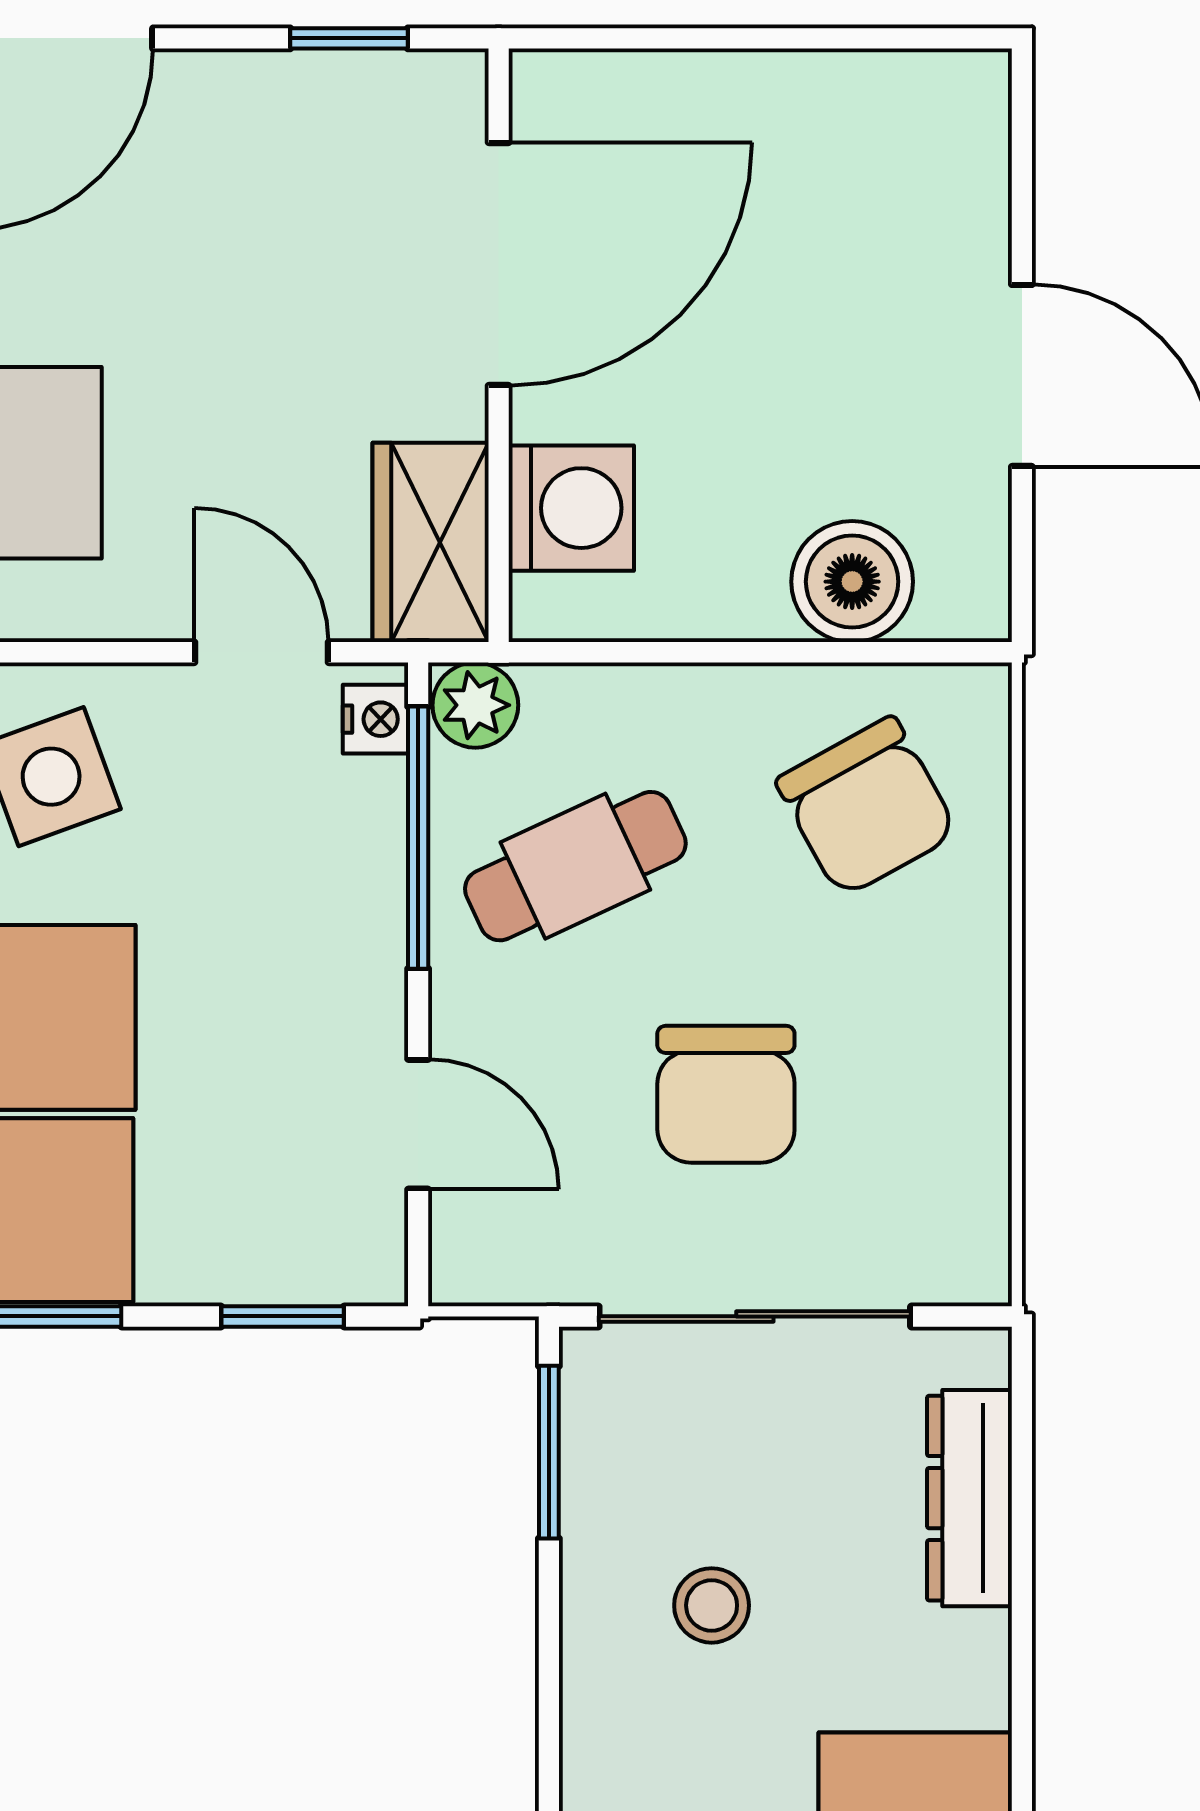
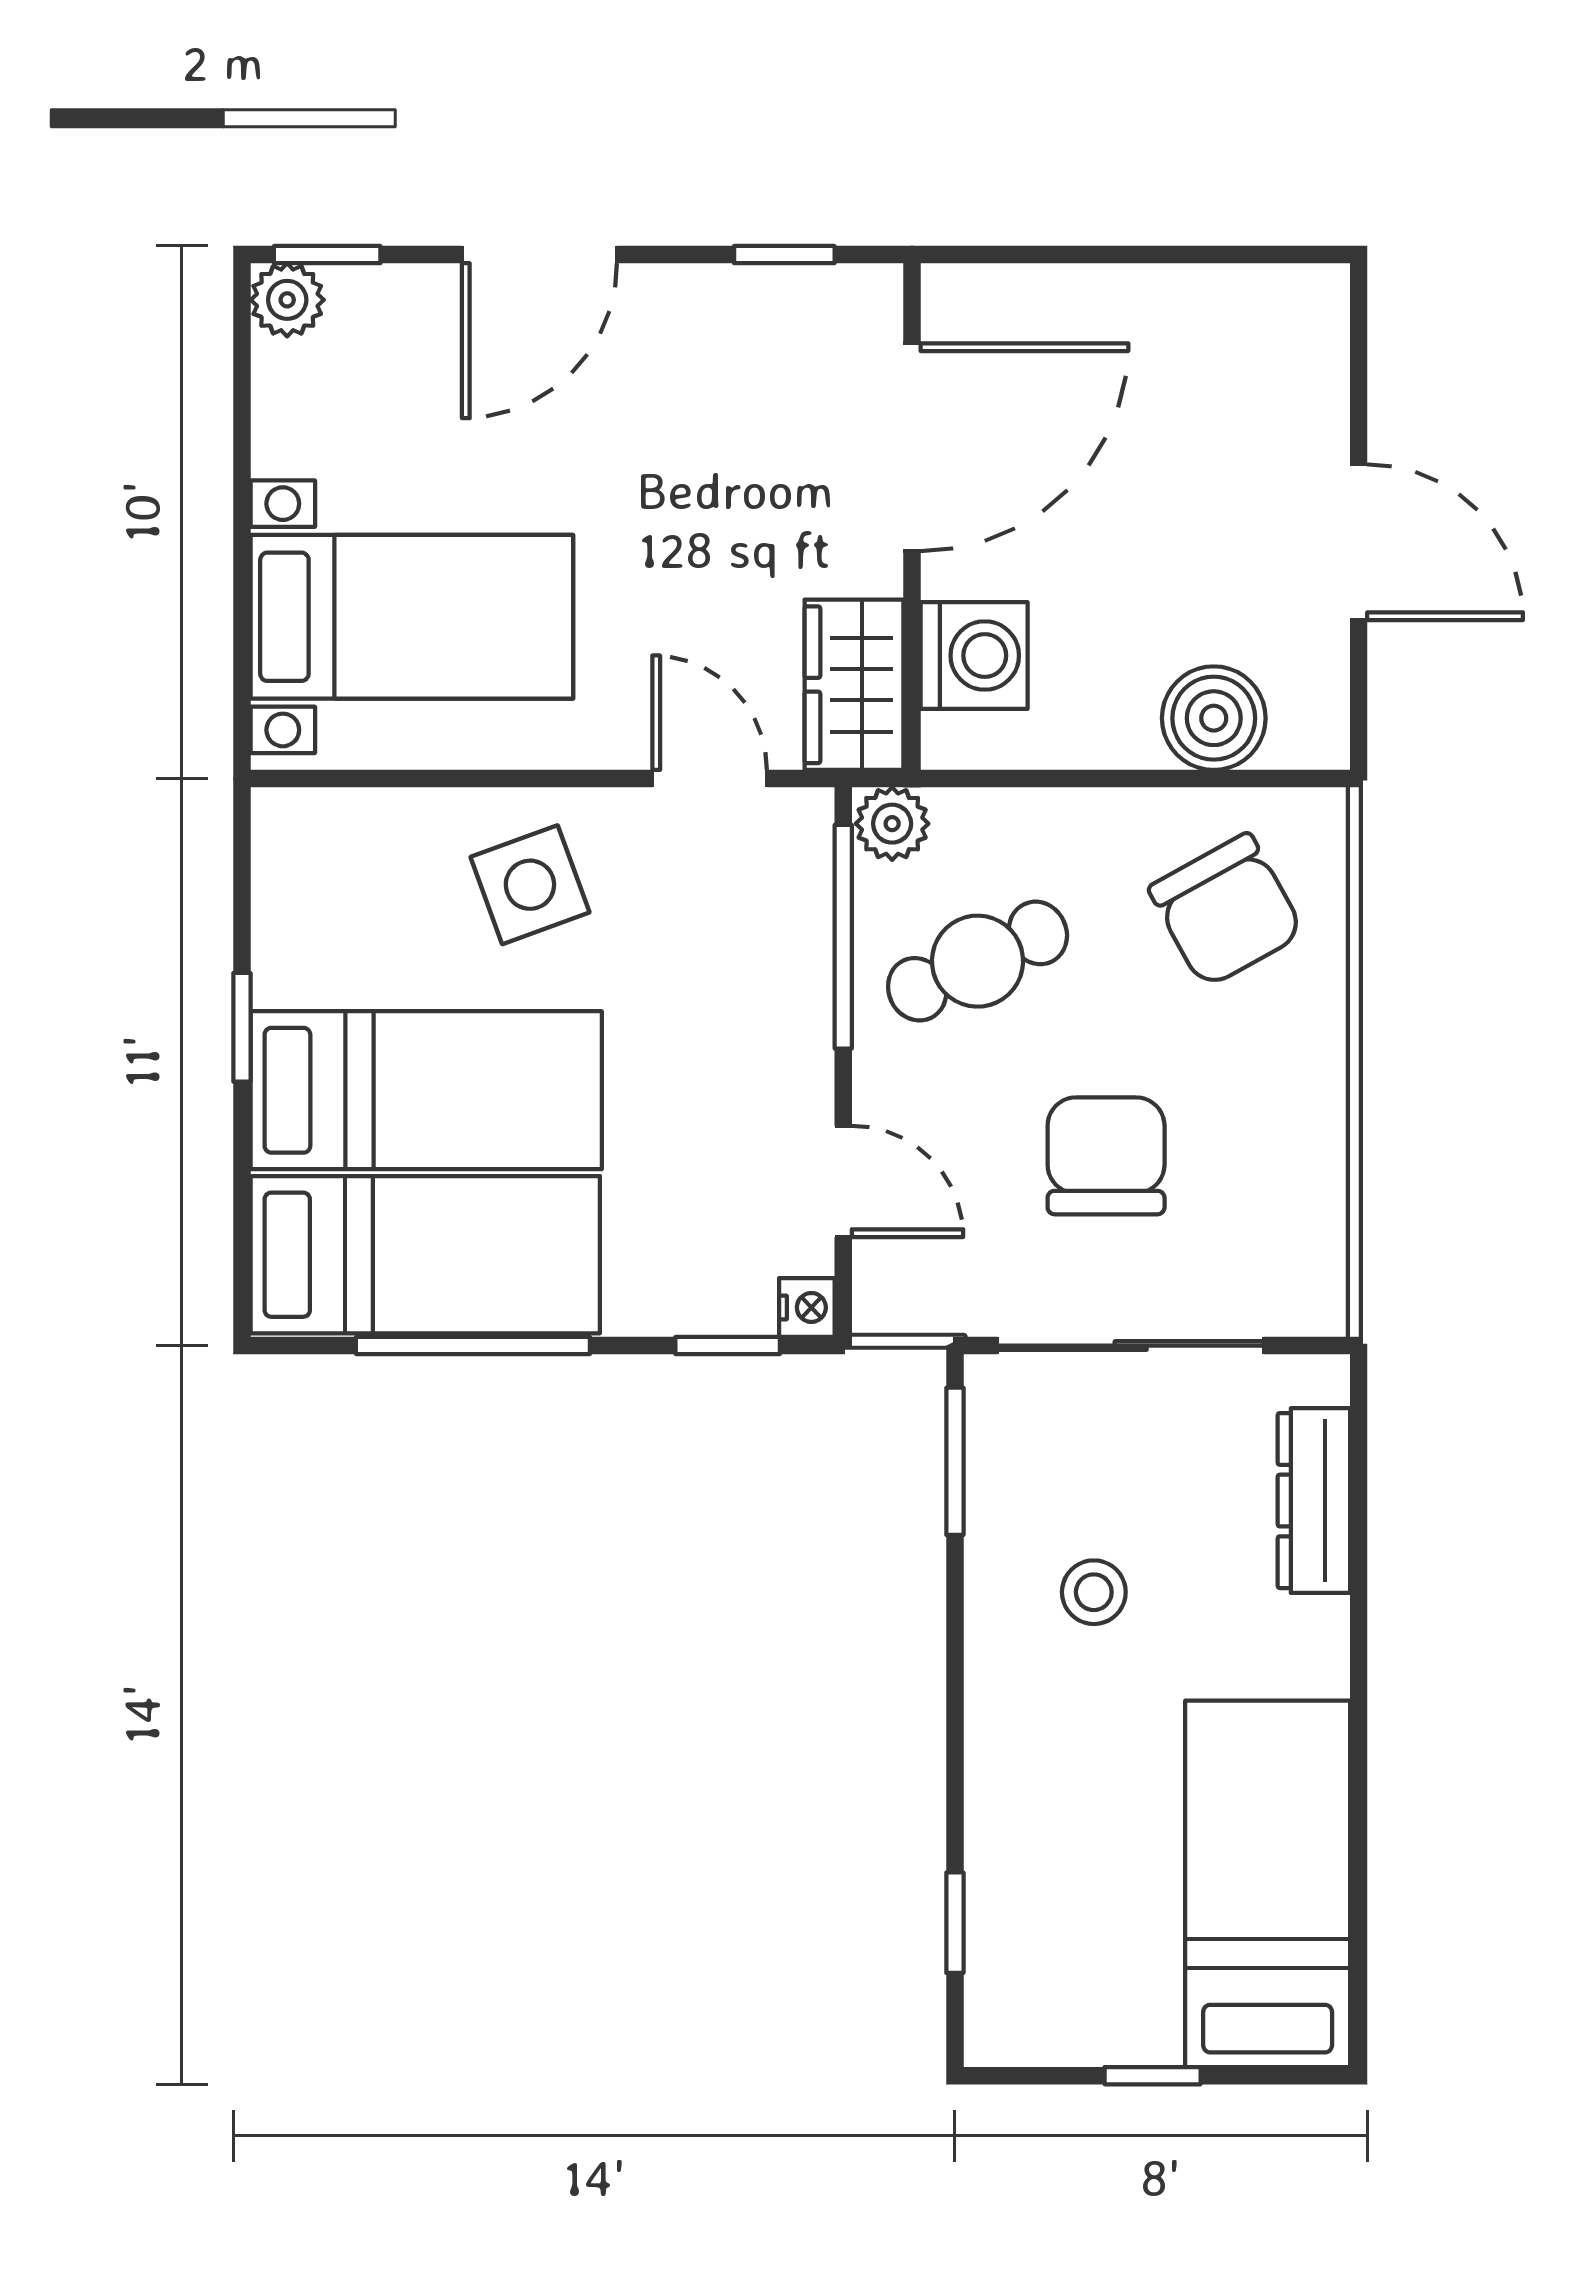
nightstand: (375, 719) -> (807, 1307), moved
chair: (726, 1094) -> (1106, 1156), turned 180

